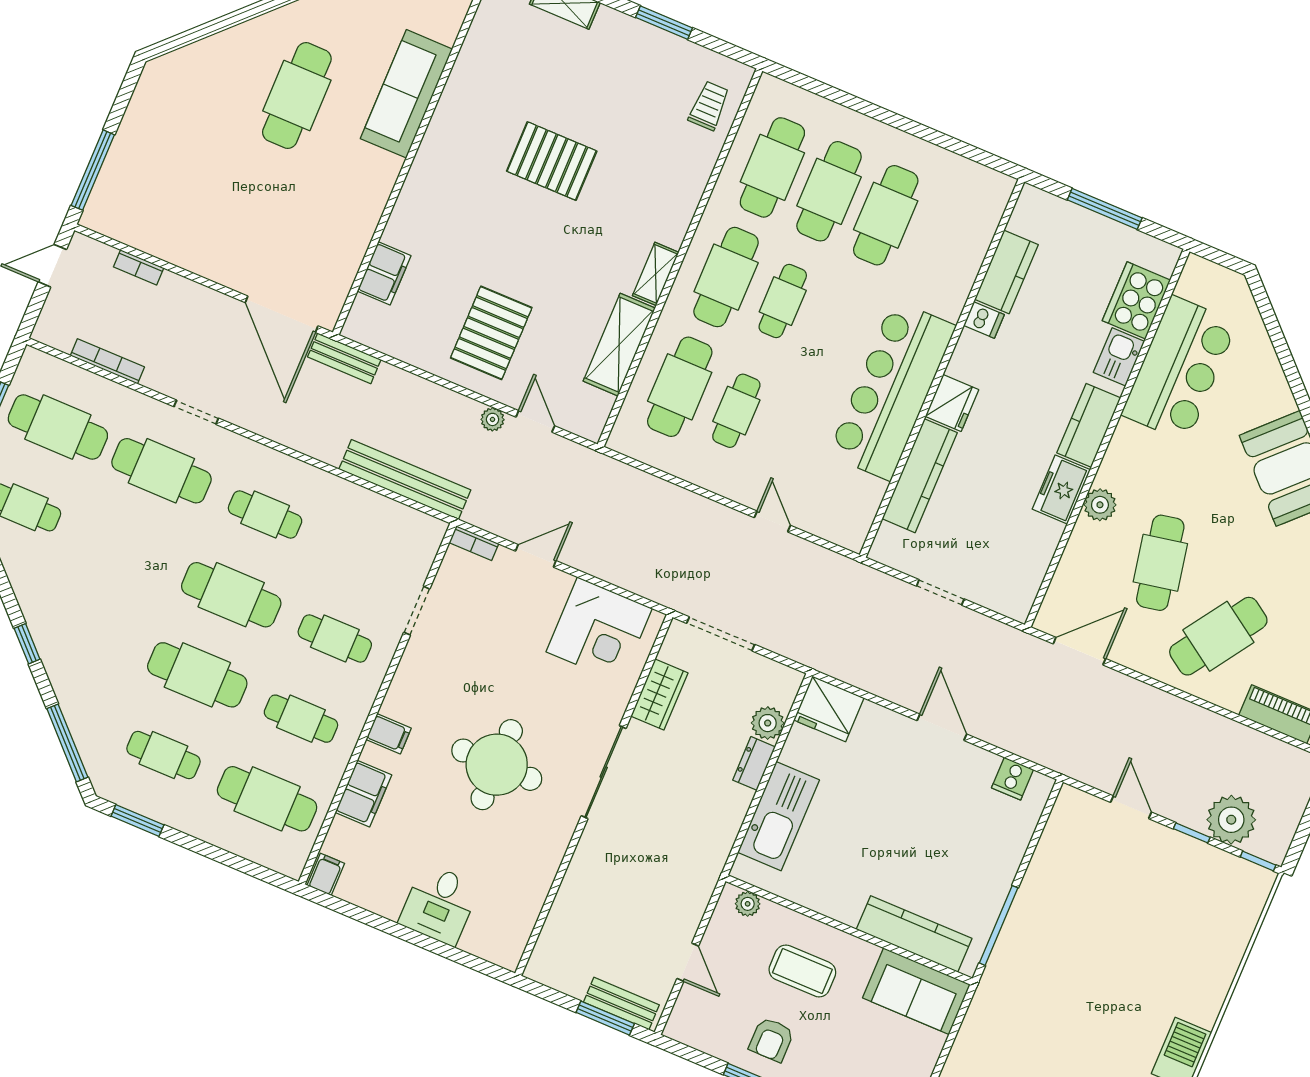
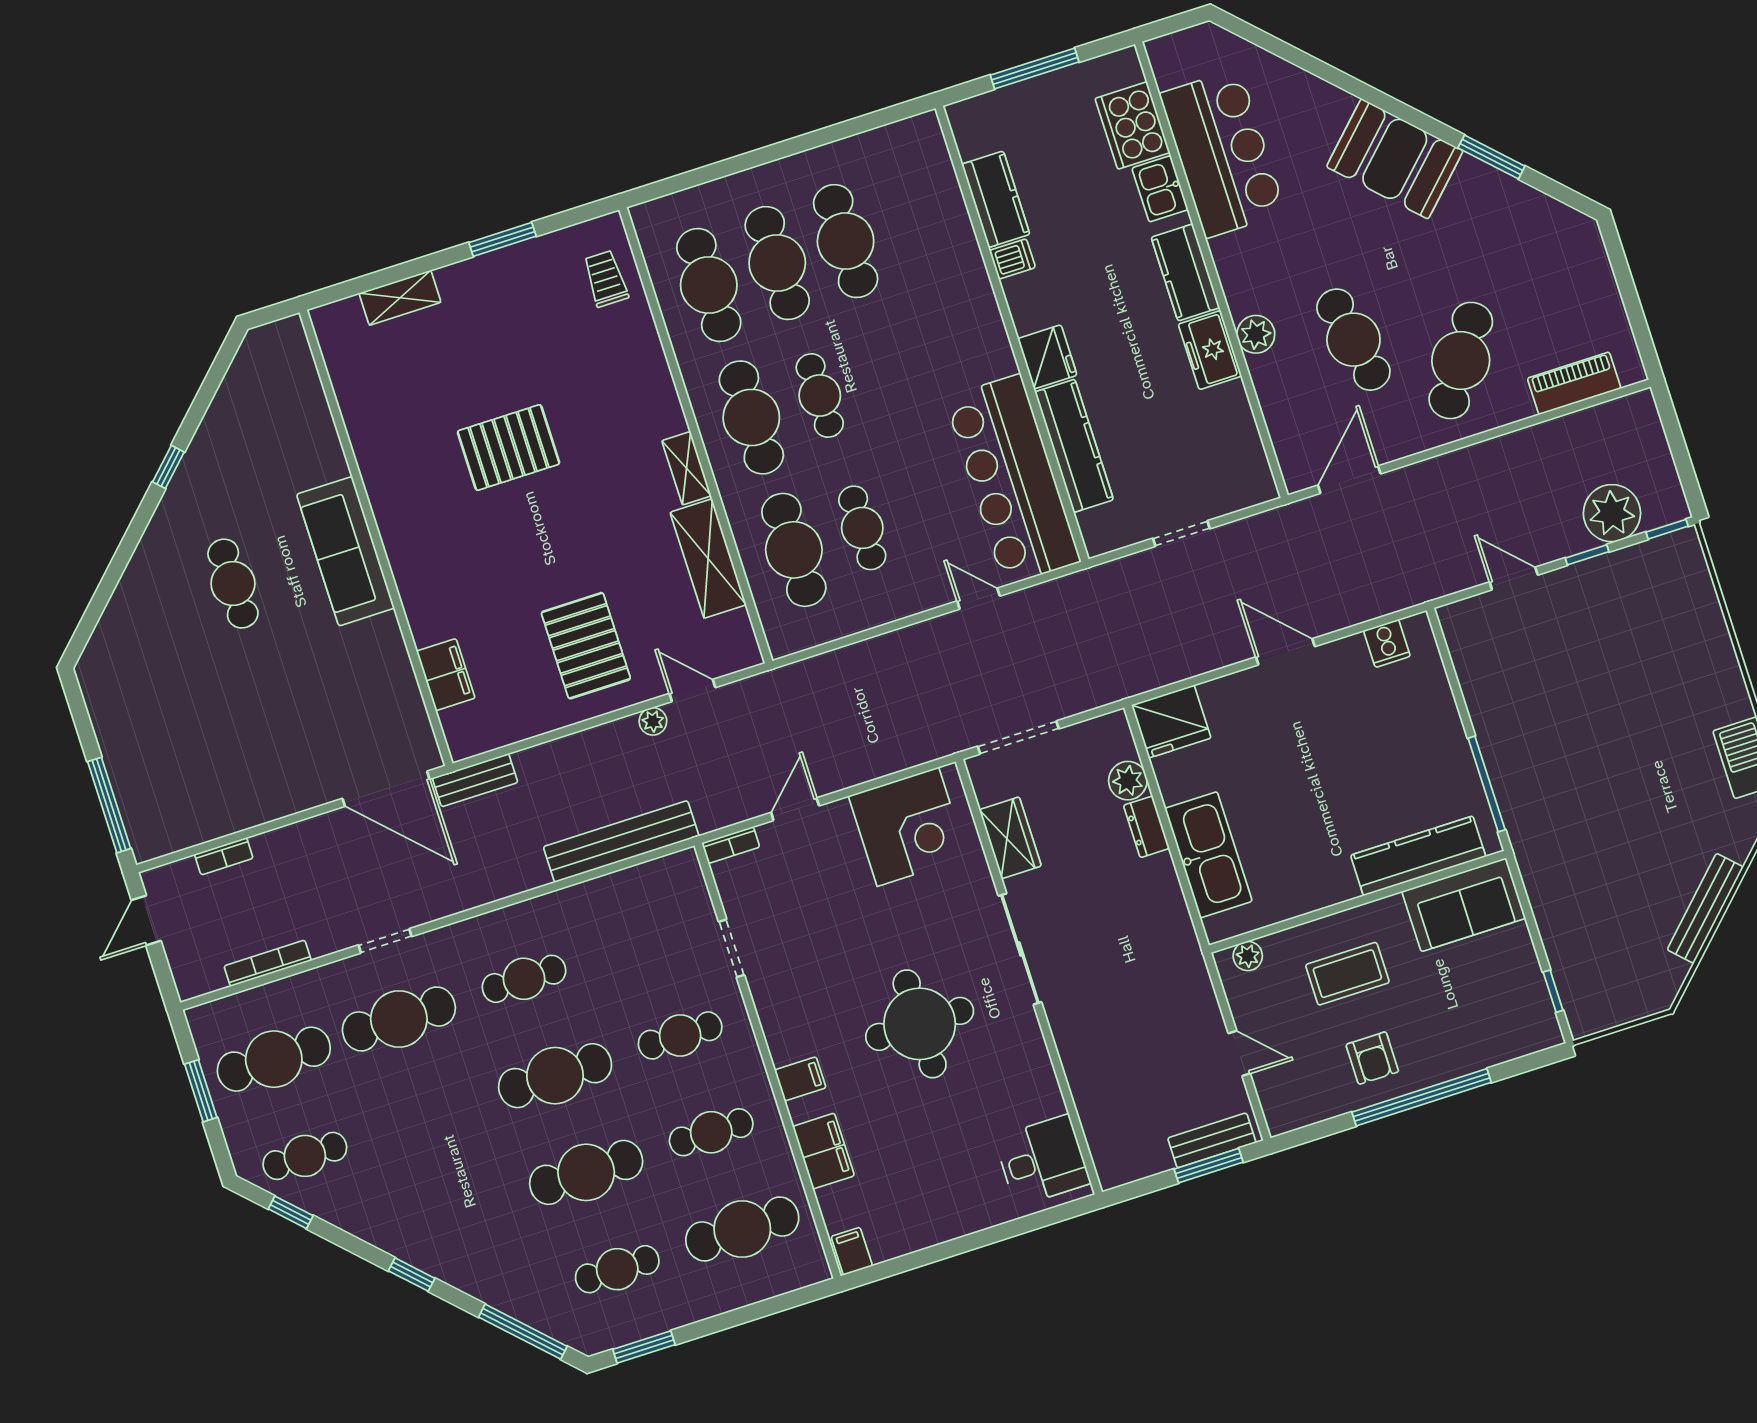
sofa: (406, 94) -> (346, 551), moved
cafe table: (297, 96) -> (233, 584), width x0.73, depth x0.74
bar counter: (892, 390) -> (1013, 480), moved
desk: (439, 904) -> (1042, 1160), moved, turned -90

